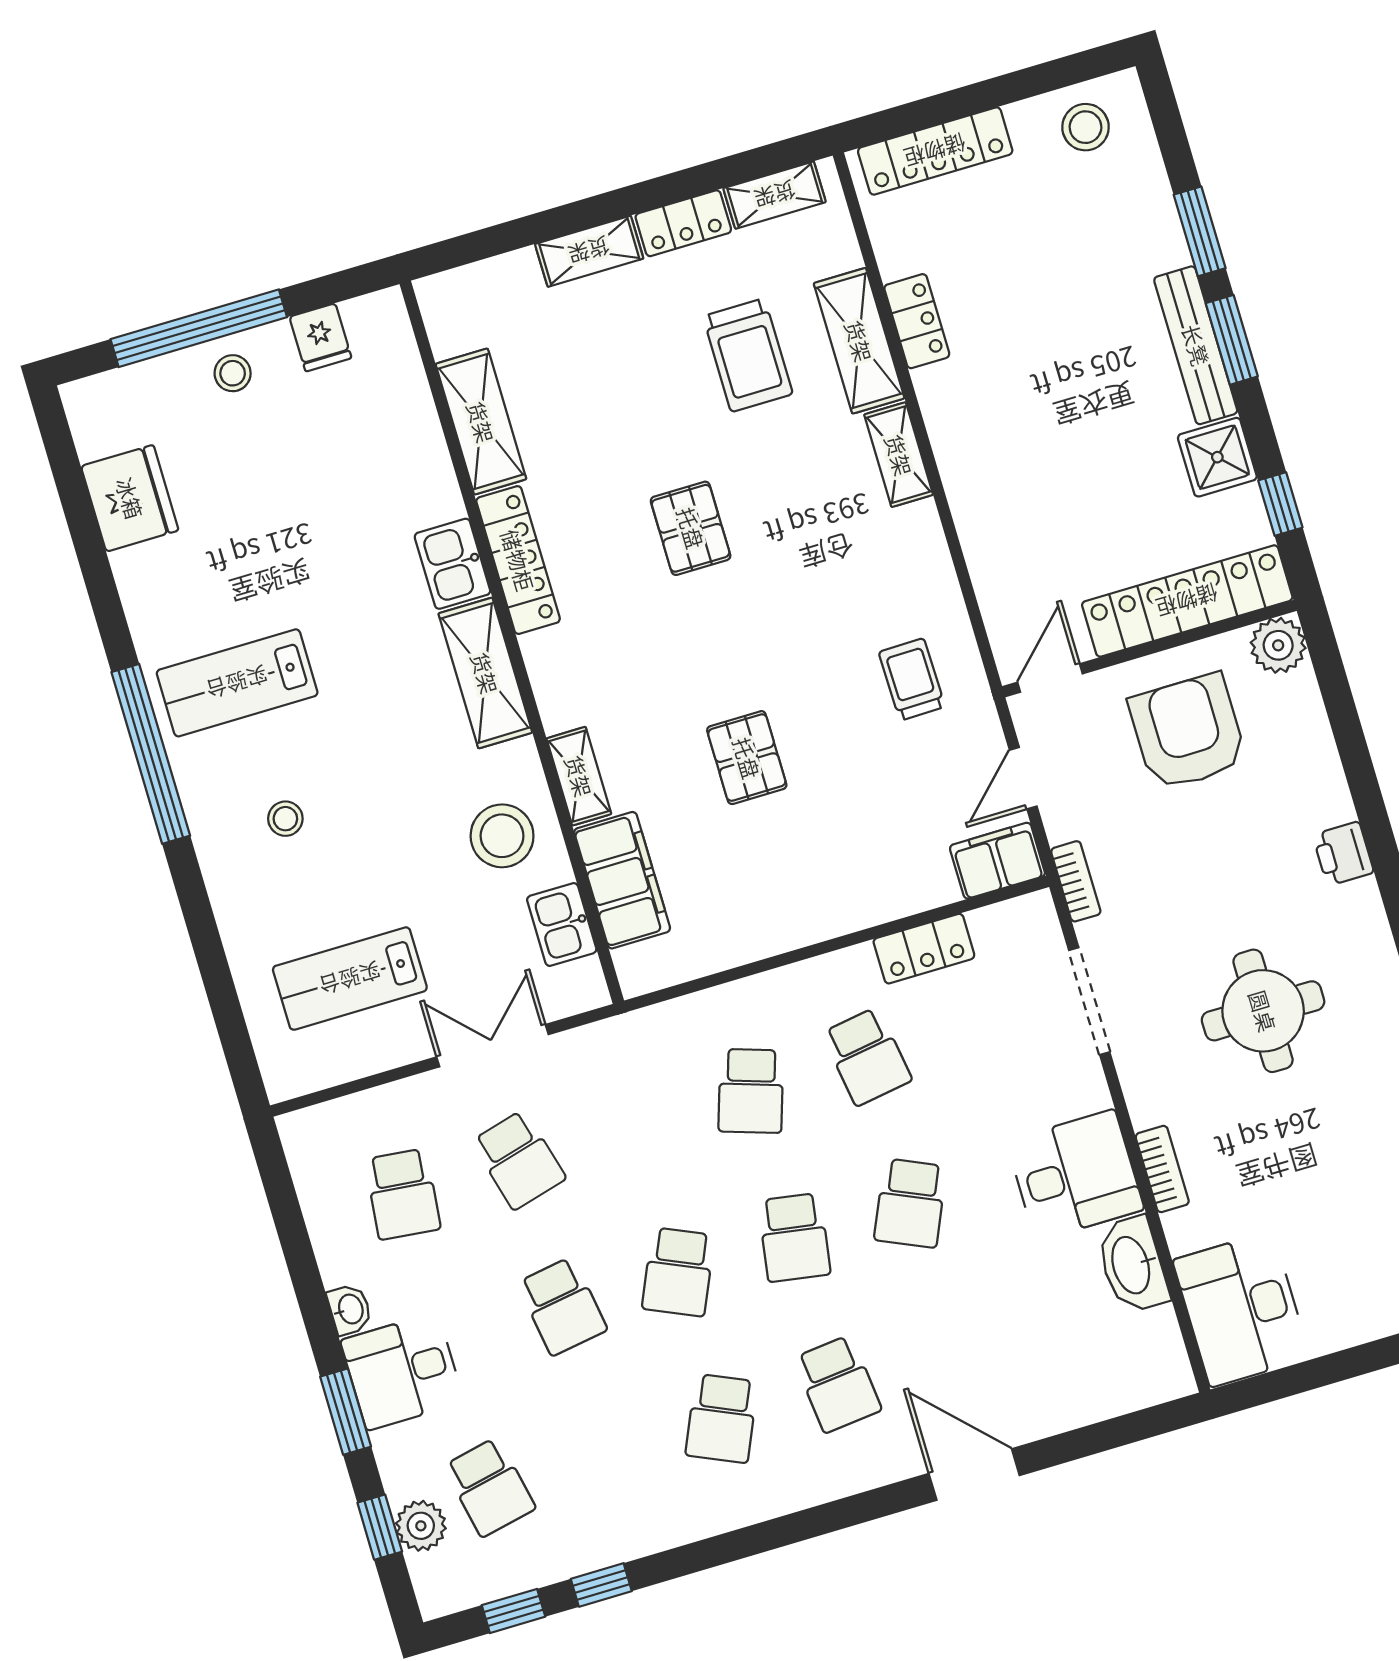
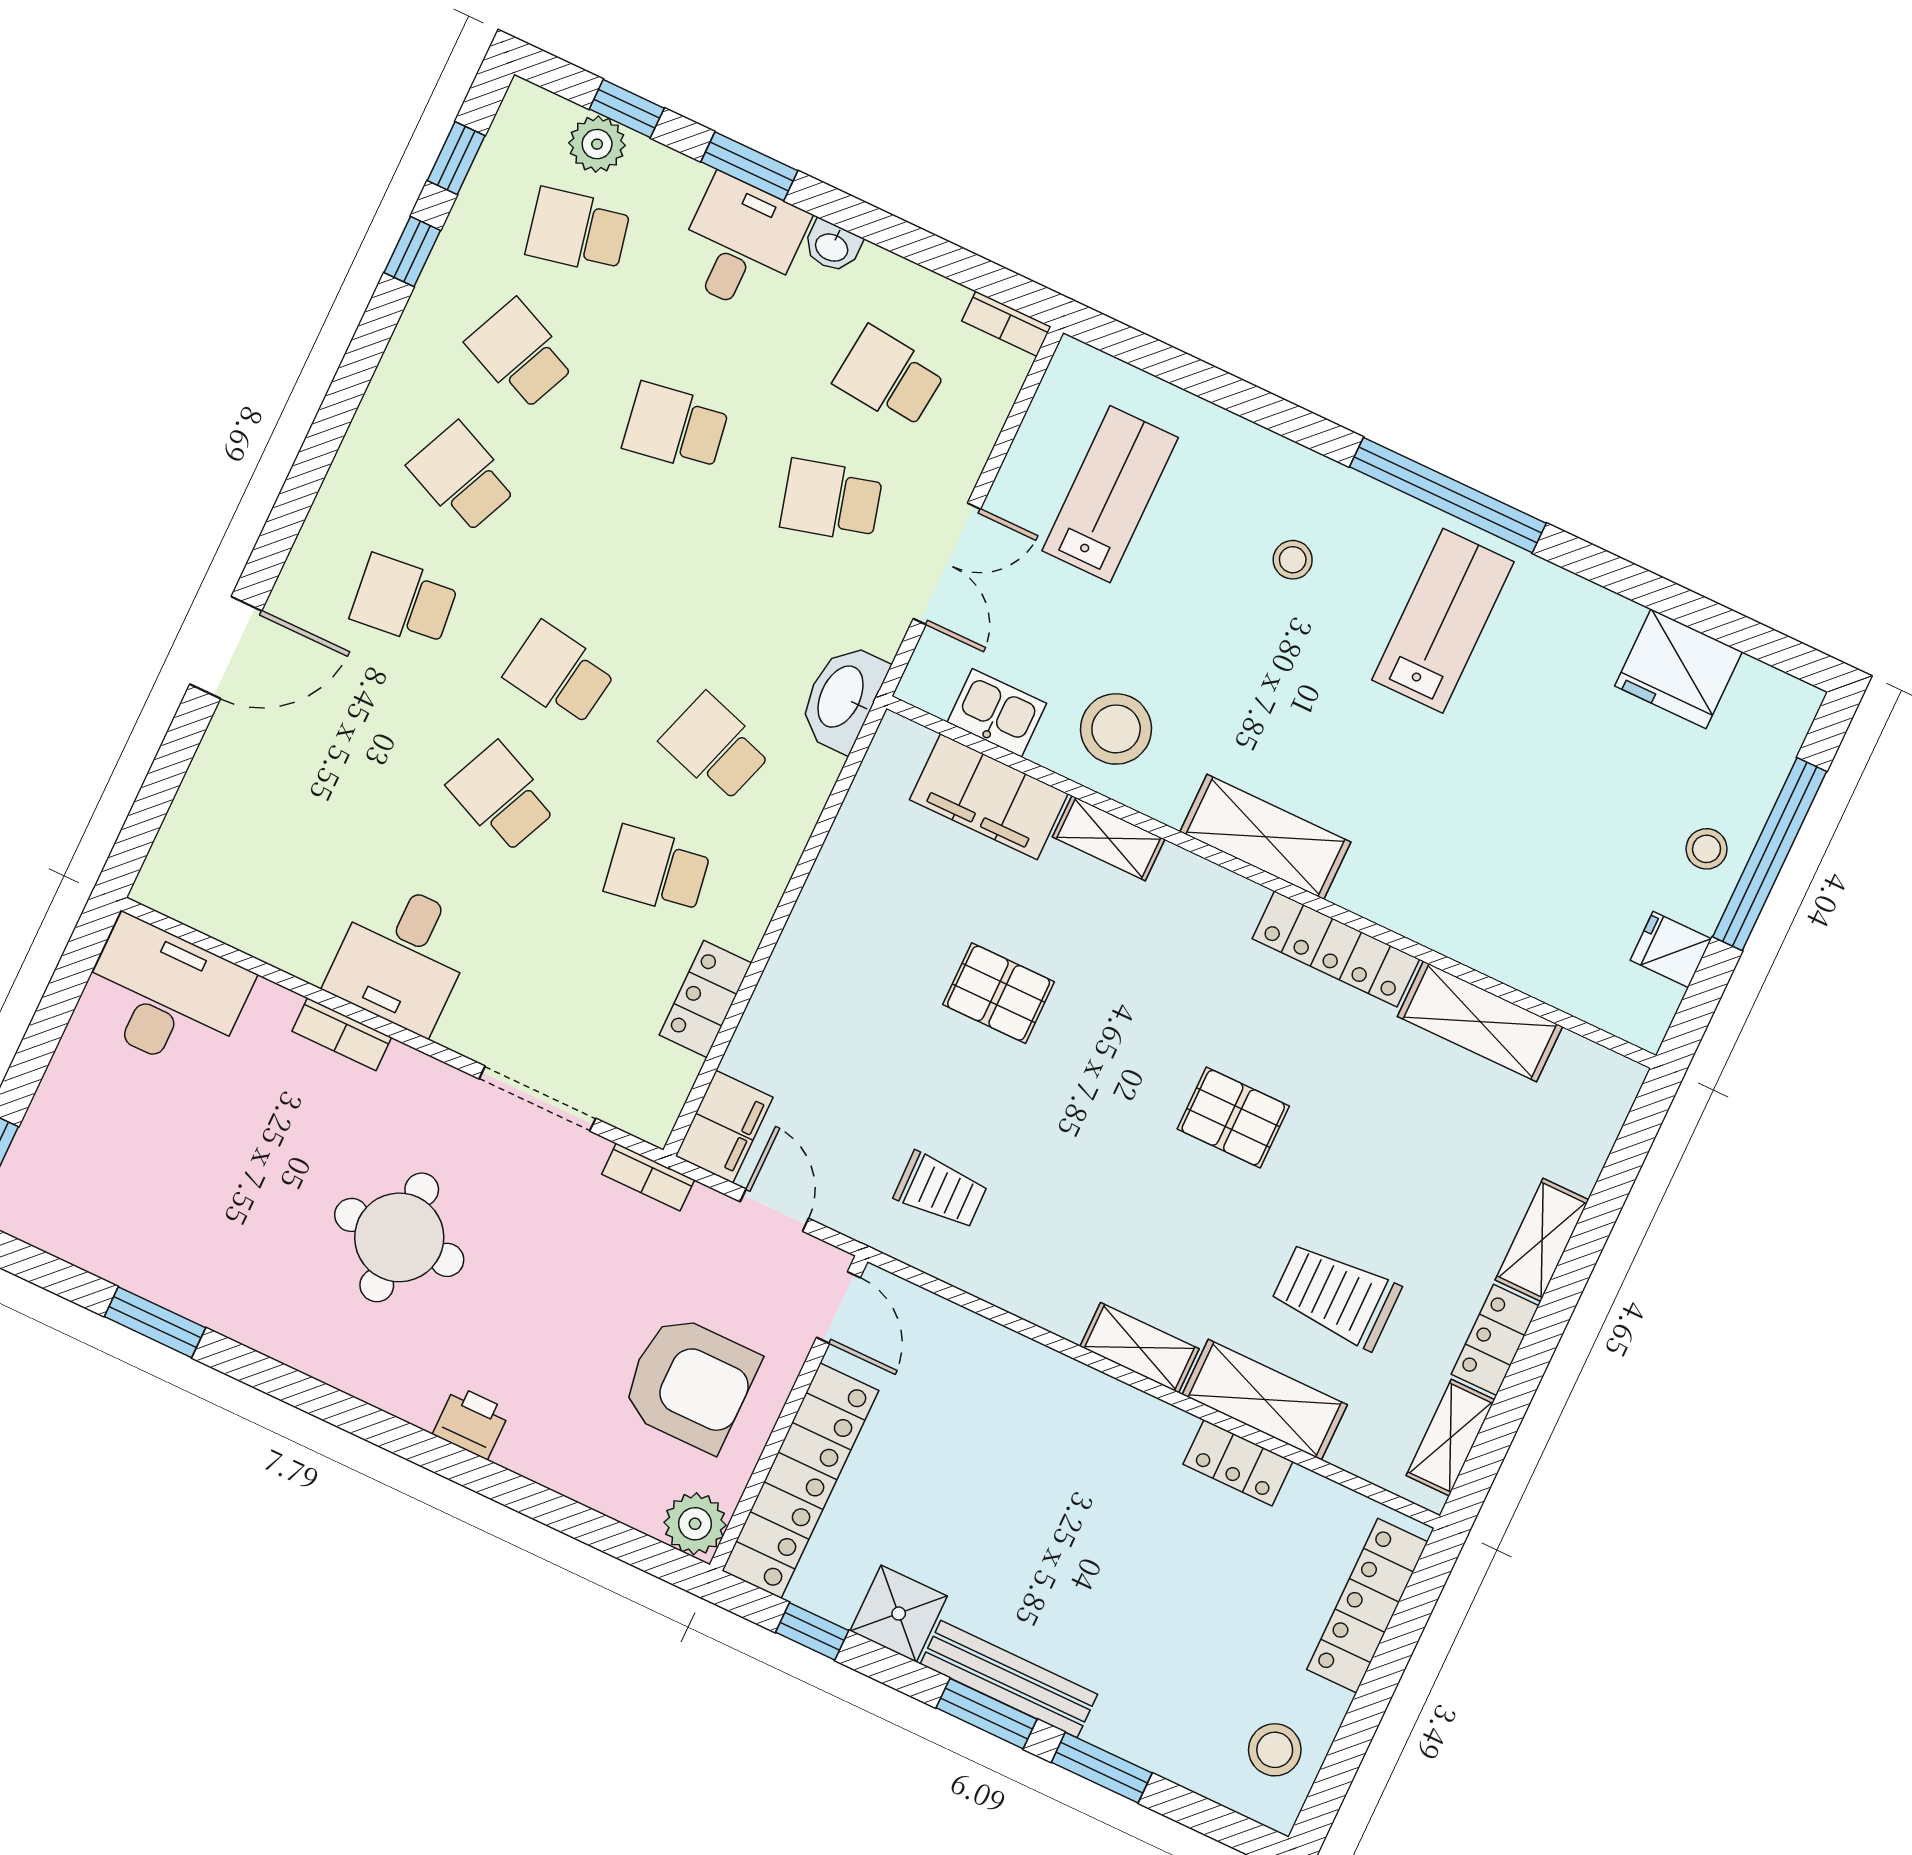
kitchen sink: (452, 564) -> (1382, 891), removed
bookcase: (298, 1148) -> (1006, 324), added
washbasin: (1132, 1265) -> (842, 697), moved, turned -90
school desk: (678, 1272) -> (520, 354), moved

